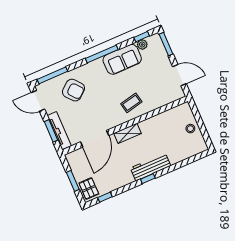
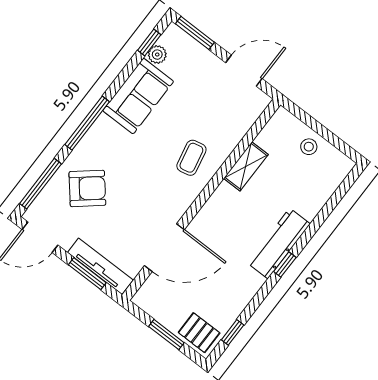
window: (102, 54) -> (87, 123), moved
shelving: (127, 133) -> (246, 166), moved
door: (95, 139) -> (164, 248), hinge flipped

